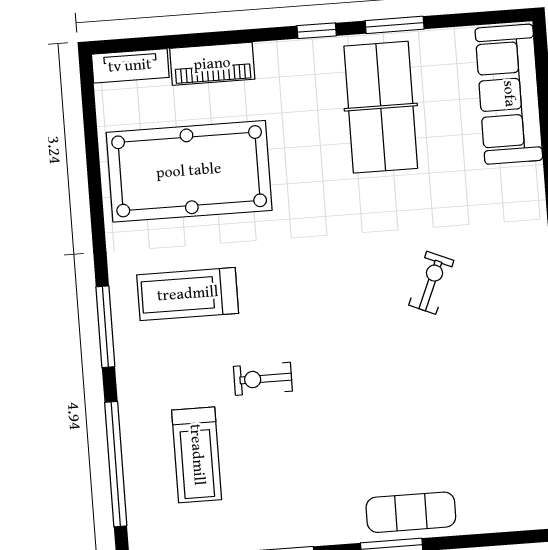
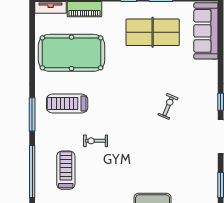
table tennis table: (381, 107) -> (153, 32), turned 90
treadmill: (197, 455) -> (66, 170), turned 180

